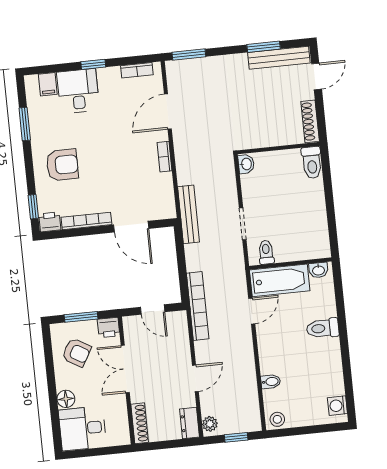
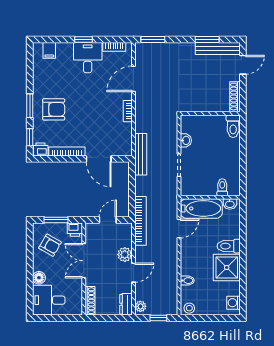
desk: (78, 91) -> (88, 58), moved
window: (25, 124) -> (30, 106), moved
washbasin: (246, 164) -> (186, 140), moved
toilet: (266, 252) -> (222, 187), moved
door: (153, 309) -> (108, 220), swing flipped
plant: (181, 355) -> (125, 255), added
shower: (323, 358) -> (227, 267), added

